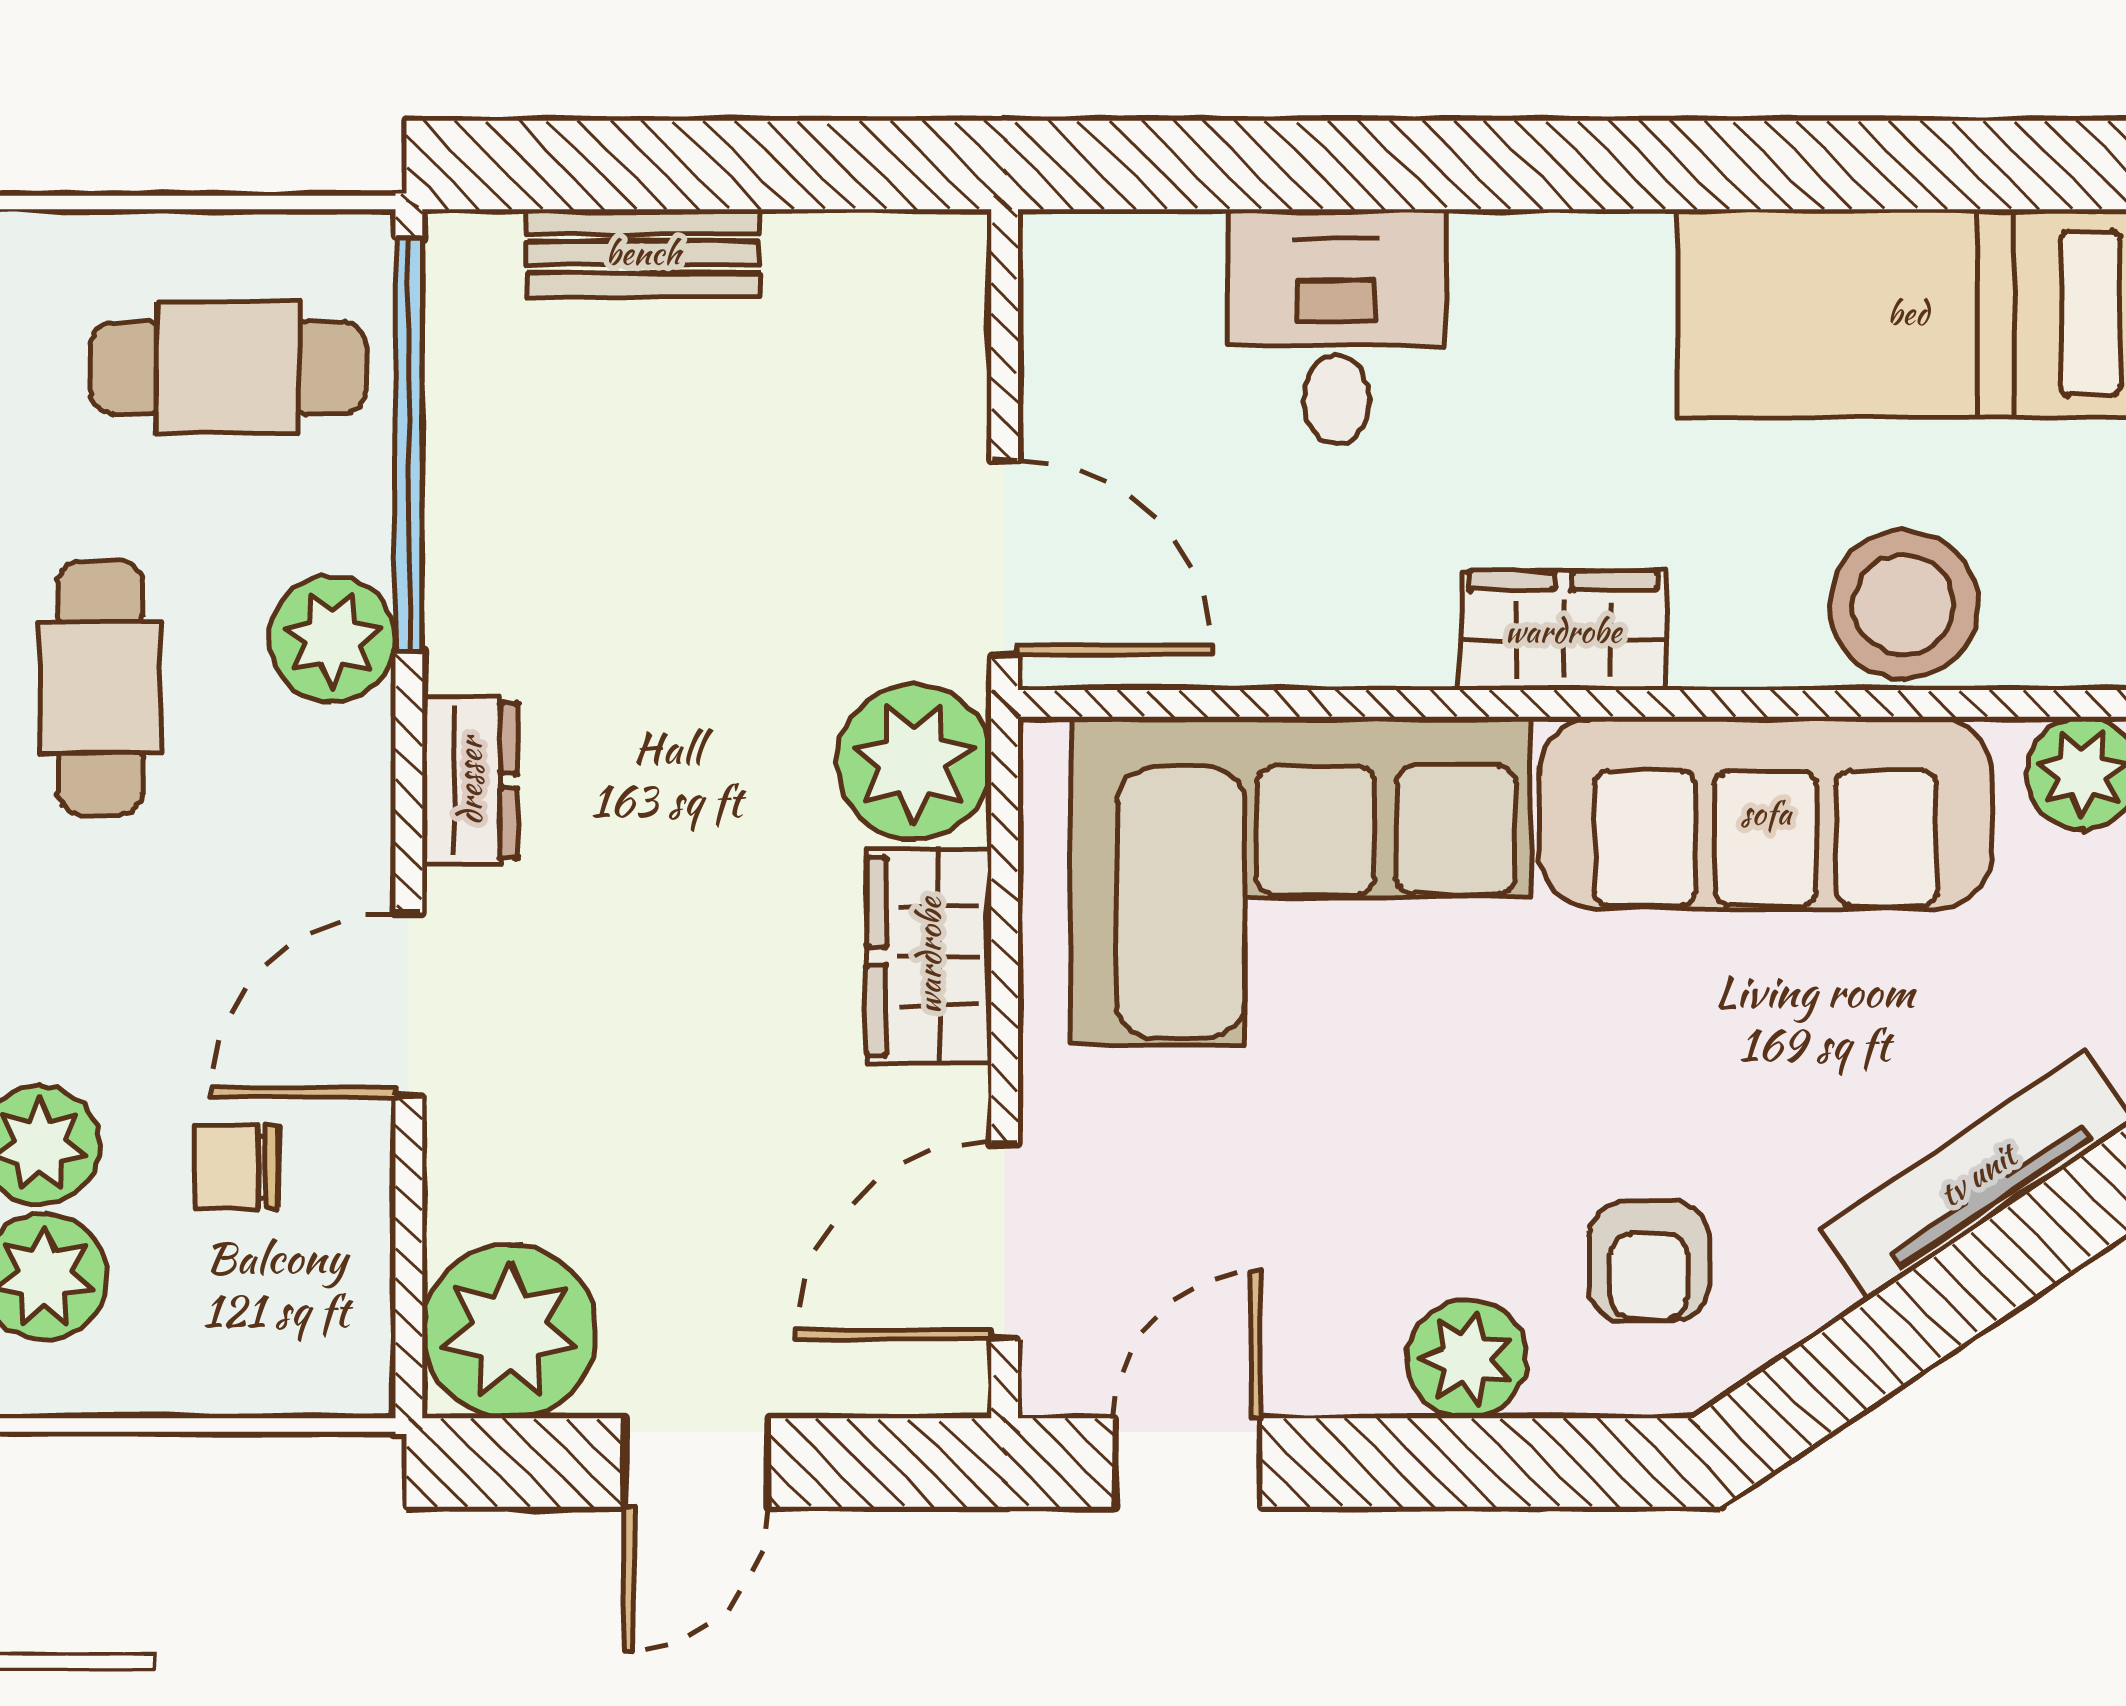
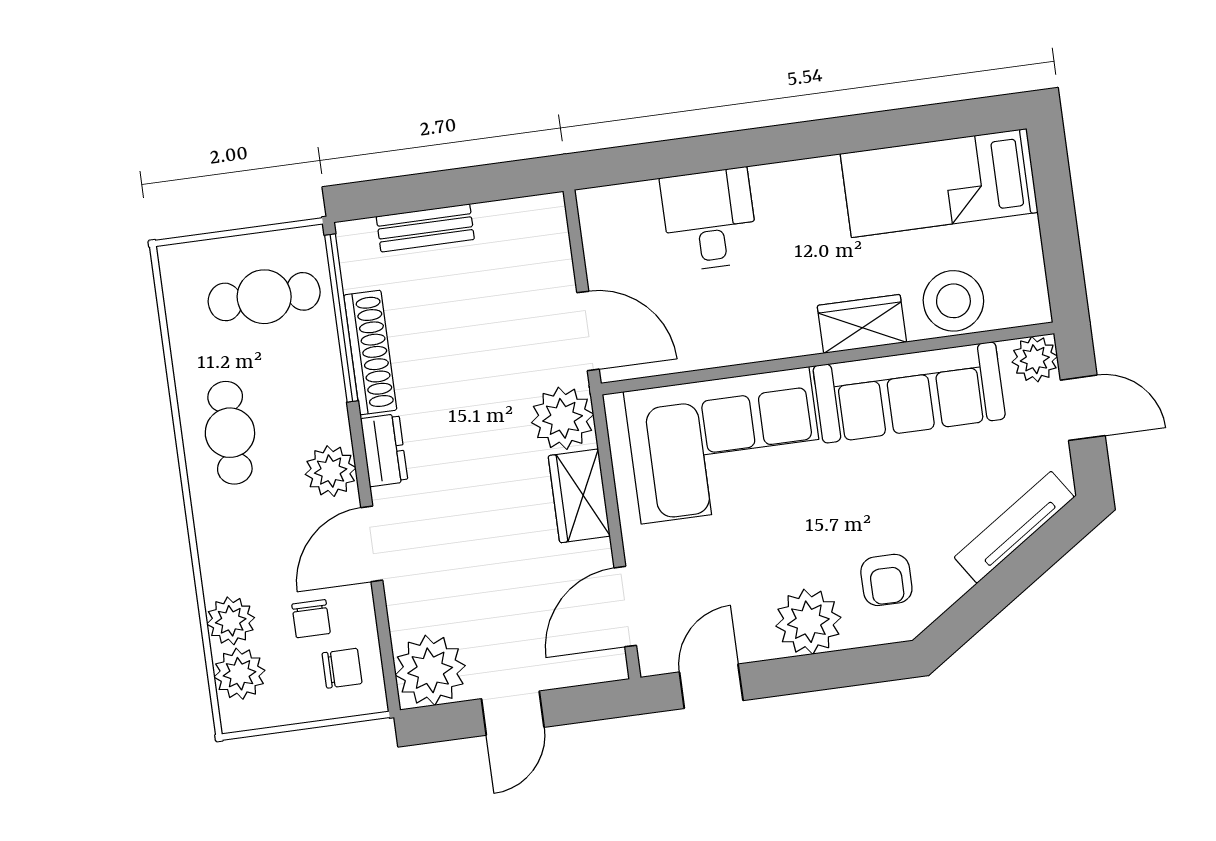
shoe rack: (468, 539) -> (370, 352), added
wardrobe: (1563, 631) -> (862, 324), moved
plant: (332, 639) -> (331, 471), moved
chair: (236, 1167) -> (311, 619), turned -90
chair: (295, 1297) -> (342, 668), added
plant: (1467, 1359) -> (808, 622), width x1.36, depth x1.36

